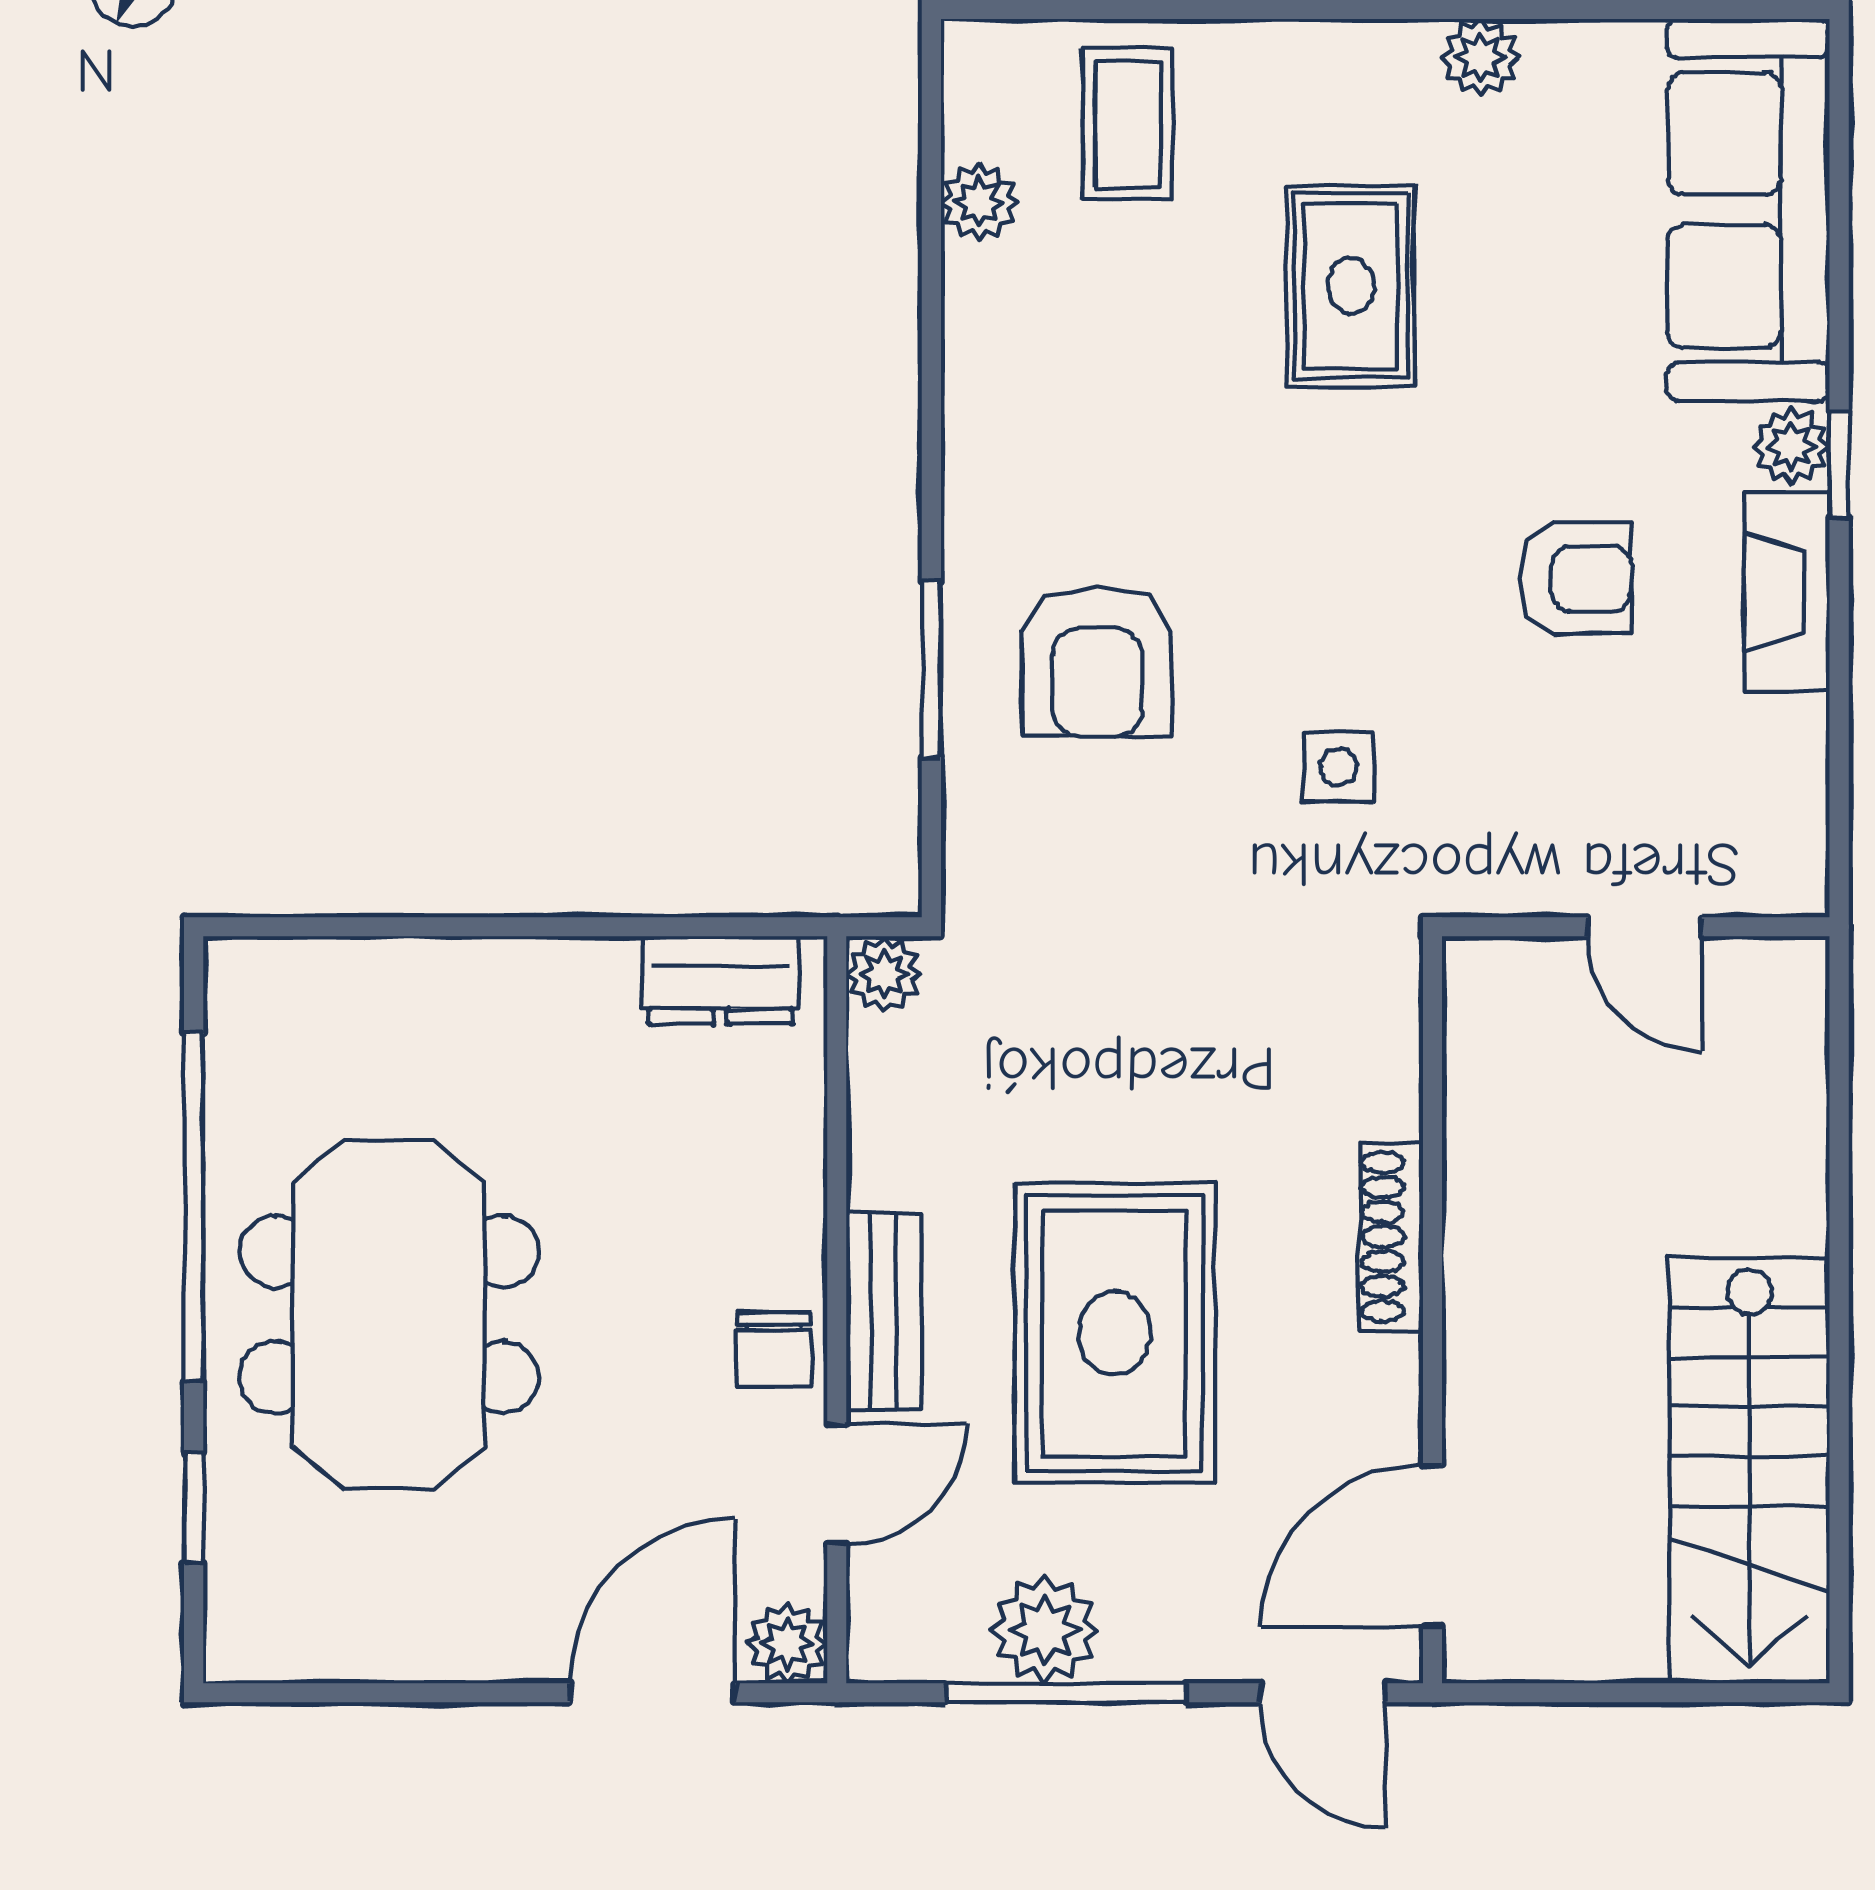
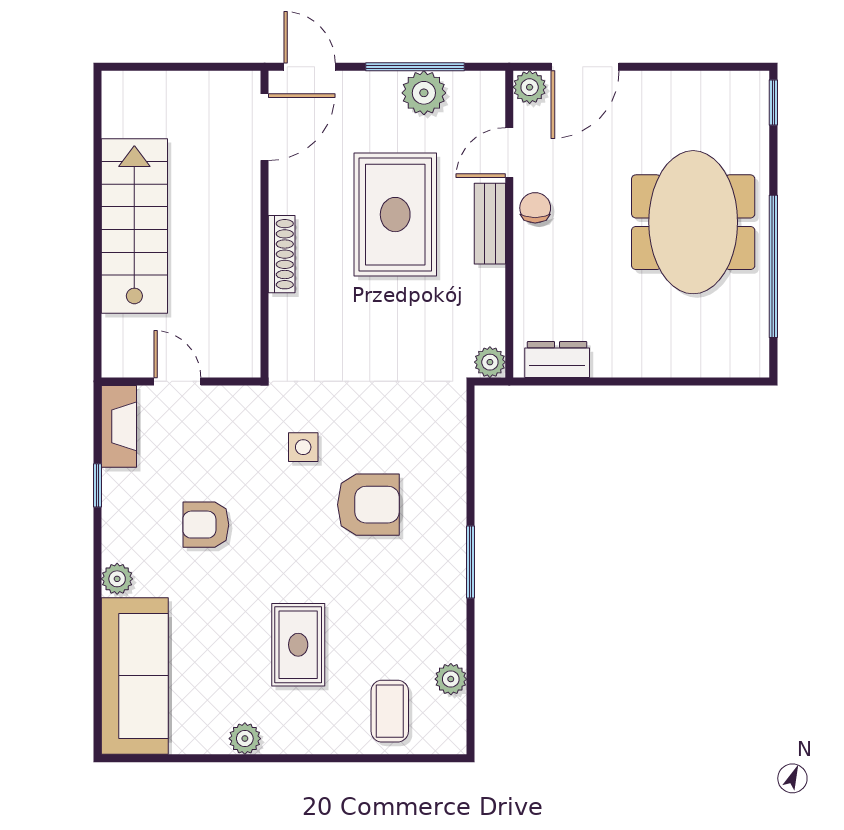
window: (1839, 464) -> (98, 485), moved
fireplace: (1787, 592) -> (119, 426), moved
armchair: (1097, 661) -> (368, 505), moved, turned 90
window: (931, 670) -> (470, 562), moved
stairs: (1749, 1471) -> (134, 226), moved
window: (194, 1508) -> (773, 103), moved

